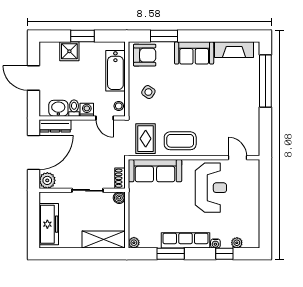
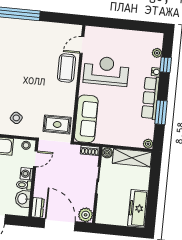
dresser: (55, 126) -> (38, 208), width x0.70
coffee table: (180, 141) -> (66, 68), moved
freezer: (49, 224) -> (138, 208), moved, turned -90
shelving: (104, 240) -> (132, 158), moved, turned 90

